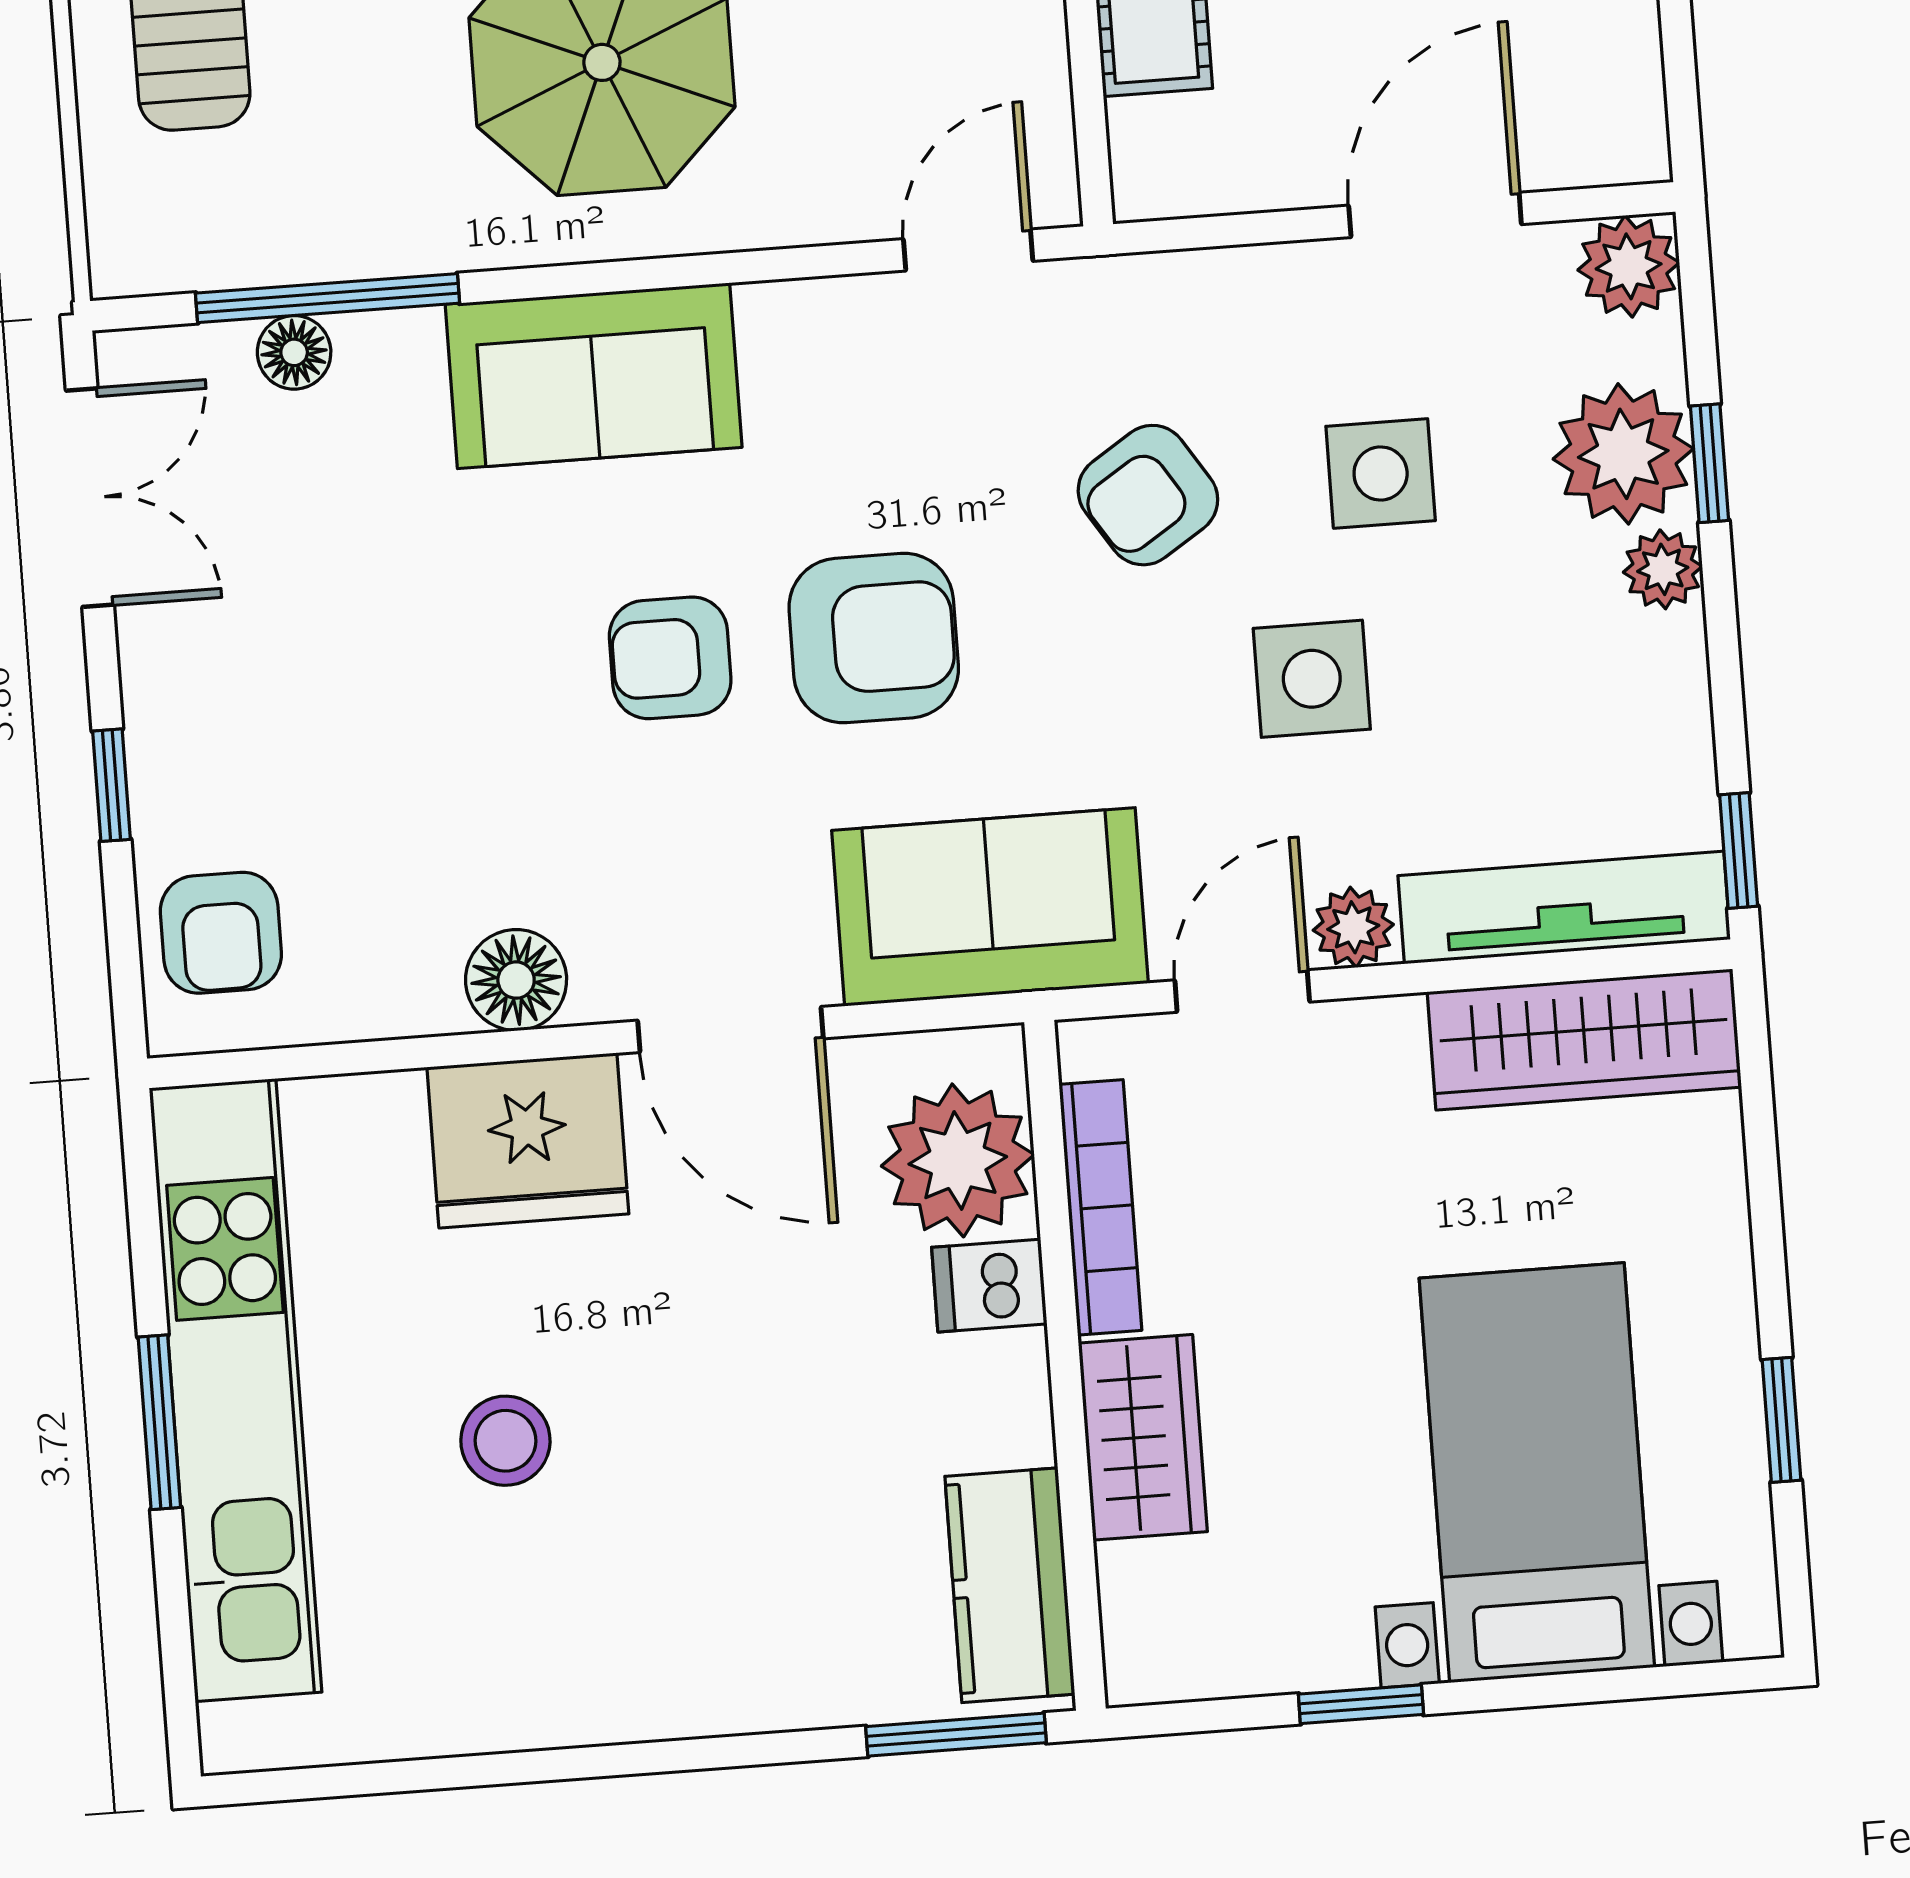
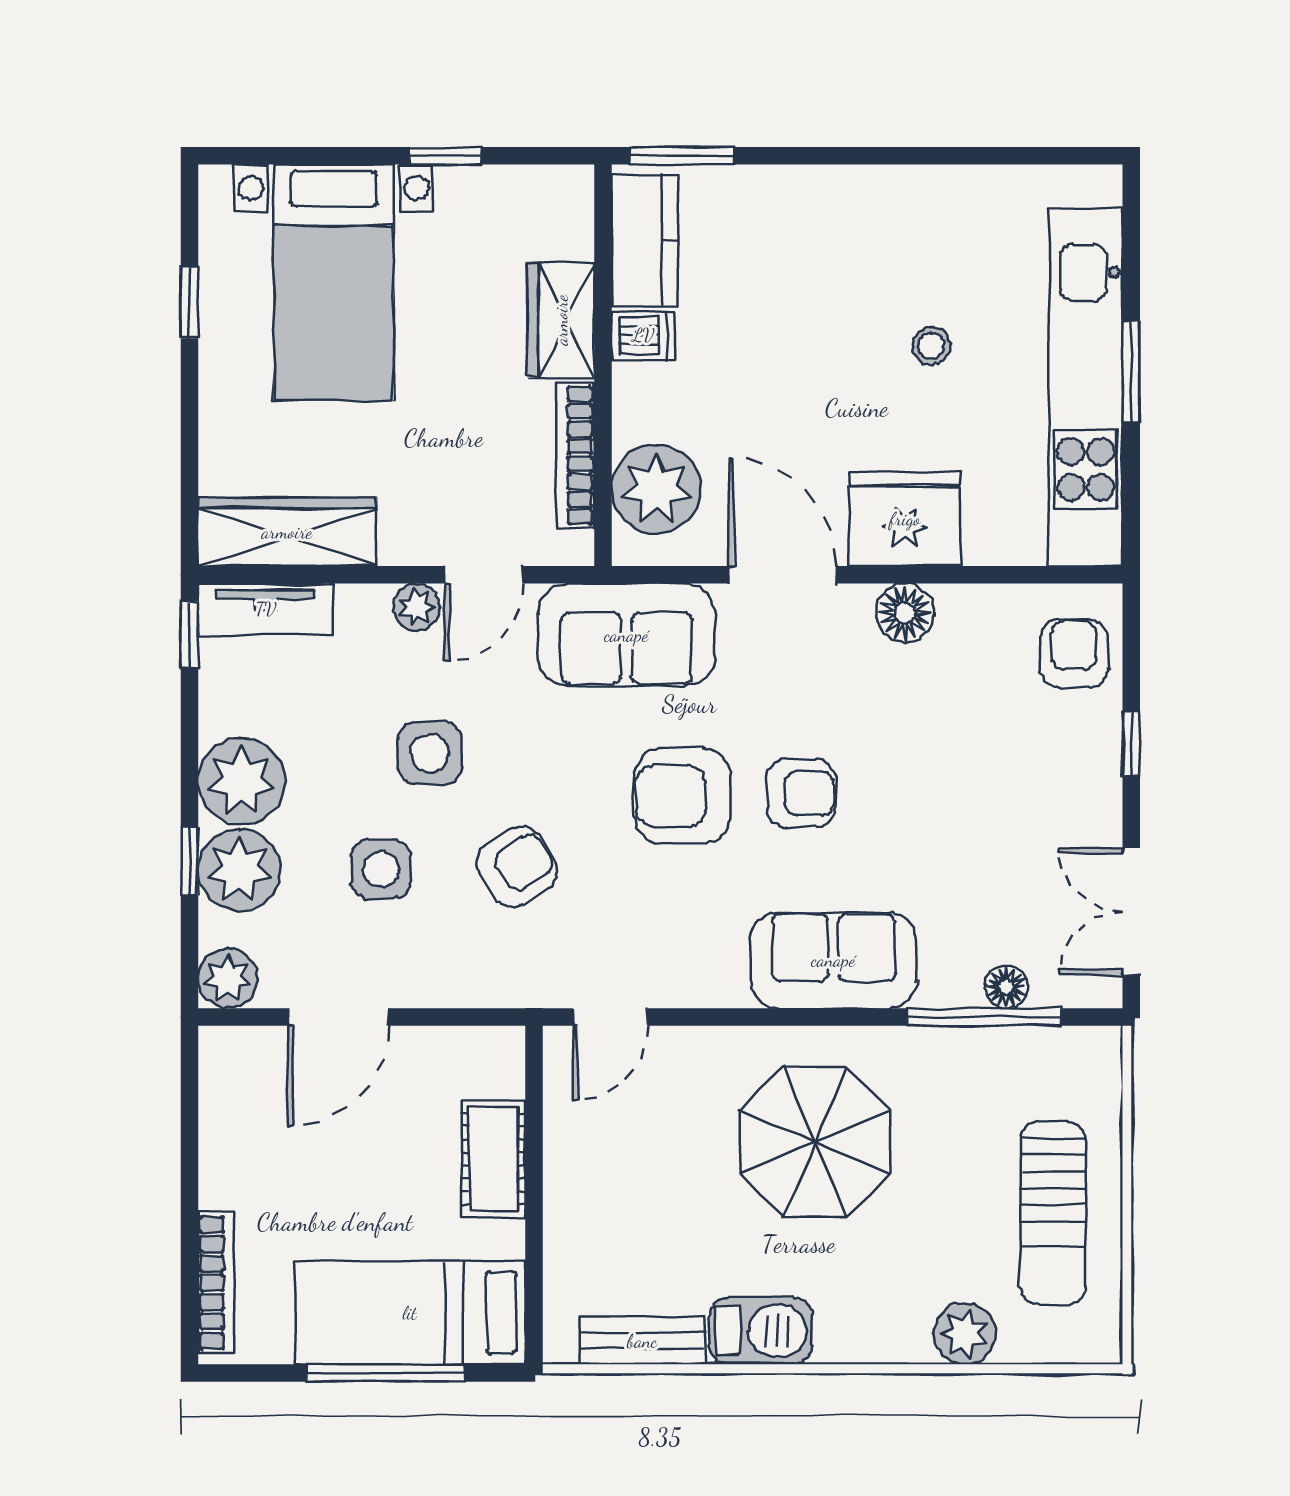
plant: (1663, 569) -> (241, 781), width x1.88, depth x1.88
tv unit: (1564, 908) -> (266, 609), width x0.71
dishwasher: (989, 1286) -> (643, 335), moved
stool: (505, 1441) -> (931, 346), width x0.73, depth x0.73

